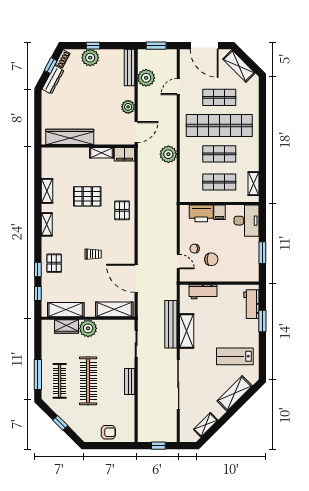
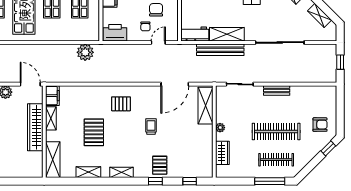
wardrobe: (70, 137) -> (35, 127), moved
plant: (168, 154) -> (85, 52), moved
pallet: (122, 210) -> (121, 104), moved
printer: (201, 213) -> (115, 33), moved, turned -90
pallet: (54, 263) -> (160, 165), turned 90
window: (38, 270) -> (155, 181), moved
workbench: (203, 292) -> (195, 34), moved, turned -90
shelving: (66, 310) -> (53, 160), moved
plant: (88, 328) -> (220, 128), width x0.53, depth x0.53
window: (60, 423) -> (328, 148), moved
armchair: (108, 432) -> (320, 125), moved, turned 90

